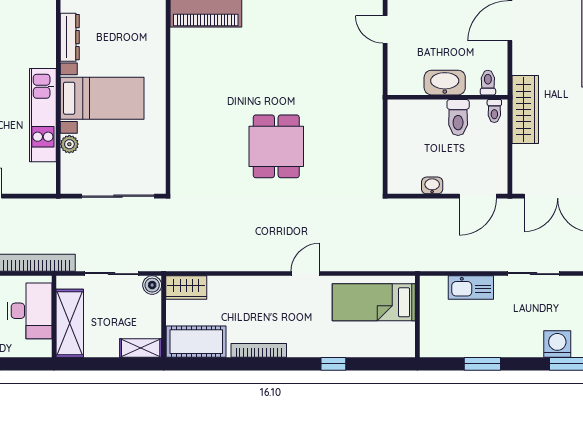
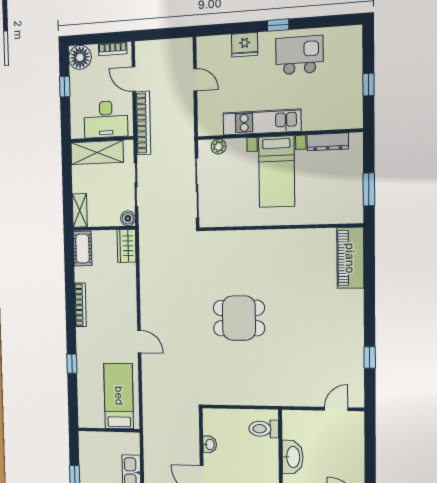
toilet: (458, 118) -> (264, 429), moved
plant: (69, 144) -> (219, 147), moved
cot: (196, 342) -> (83, 249), width x0.73, depth x0.75

